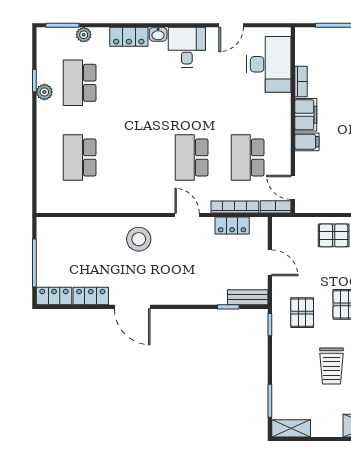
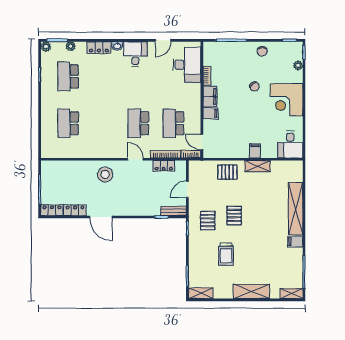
plant: (44, 92) -> (46, 47), moved
door: (270, 263) -> (187, 189), swing flipped

